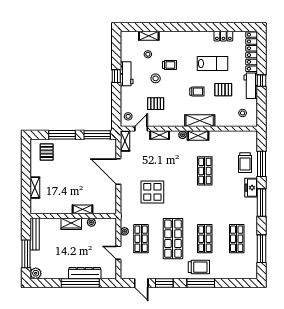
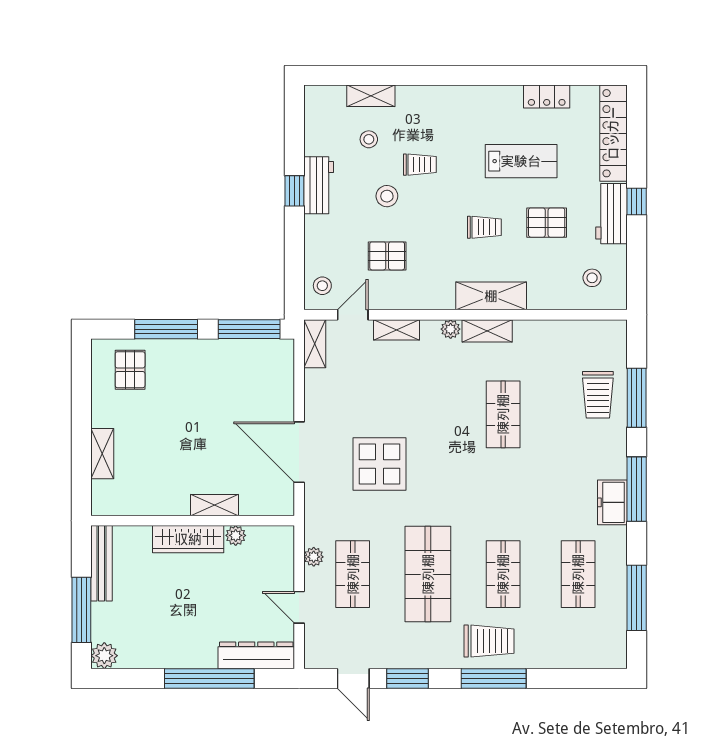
door: (118, 172) -> (299, 452), moved
freezer: (251, 188) -> (612, 502), moved
wardrobe: (71, 224) -> (188, 539), width x1.50
dresser: (85, 273) -> (256, 655), moved

